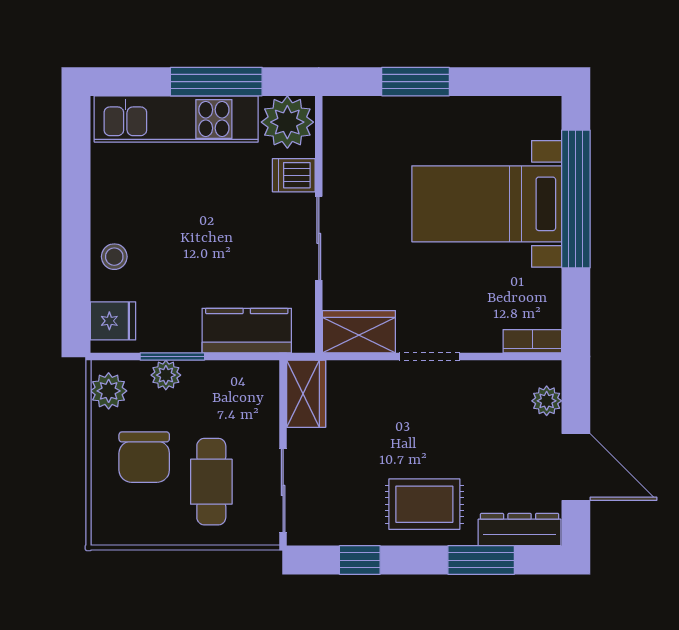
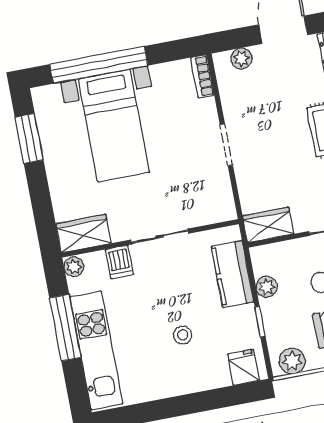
window: (415, 82) -> (29, 139), moved
plant: (287, 122) -> (74, 267), width x0.53, depth x0.53
stool: (114, 257) -> (183, 335), moved
wardrobe: (359, 332) -> (83, 233), moved, turned 90
window: (172, 357) -> (260, 322), width x0.67
plant: (166, 375) -> (267, 287), moved

